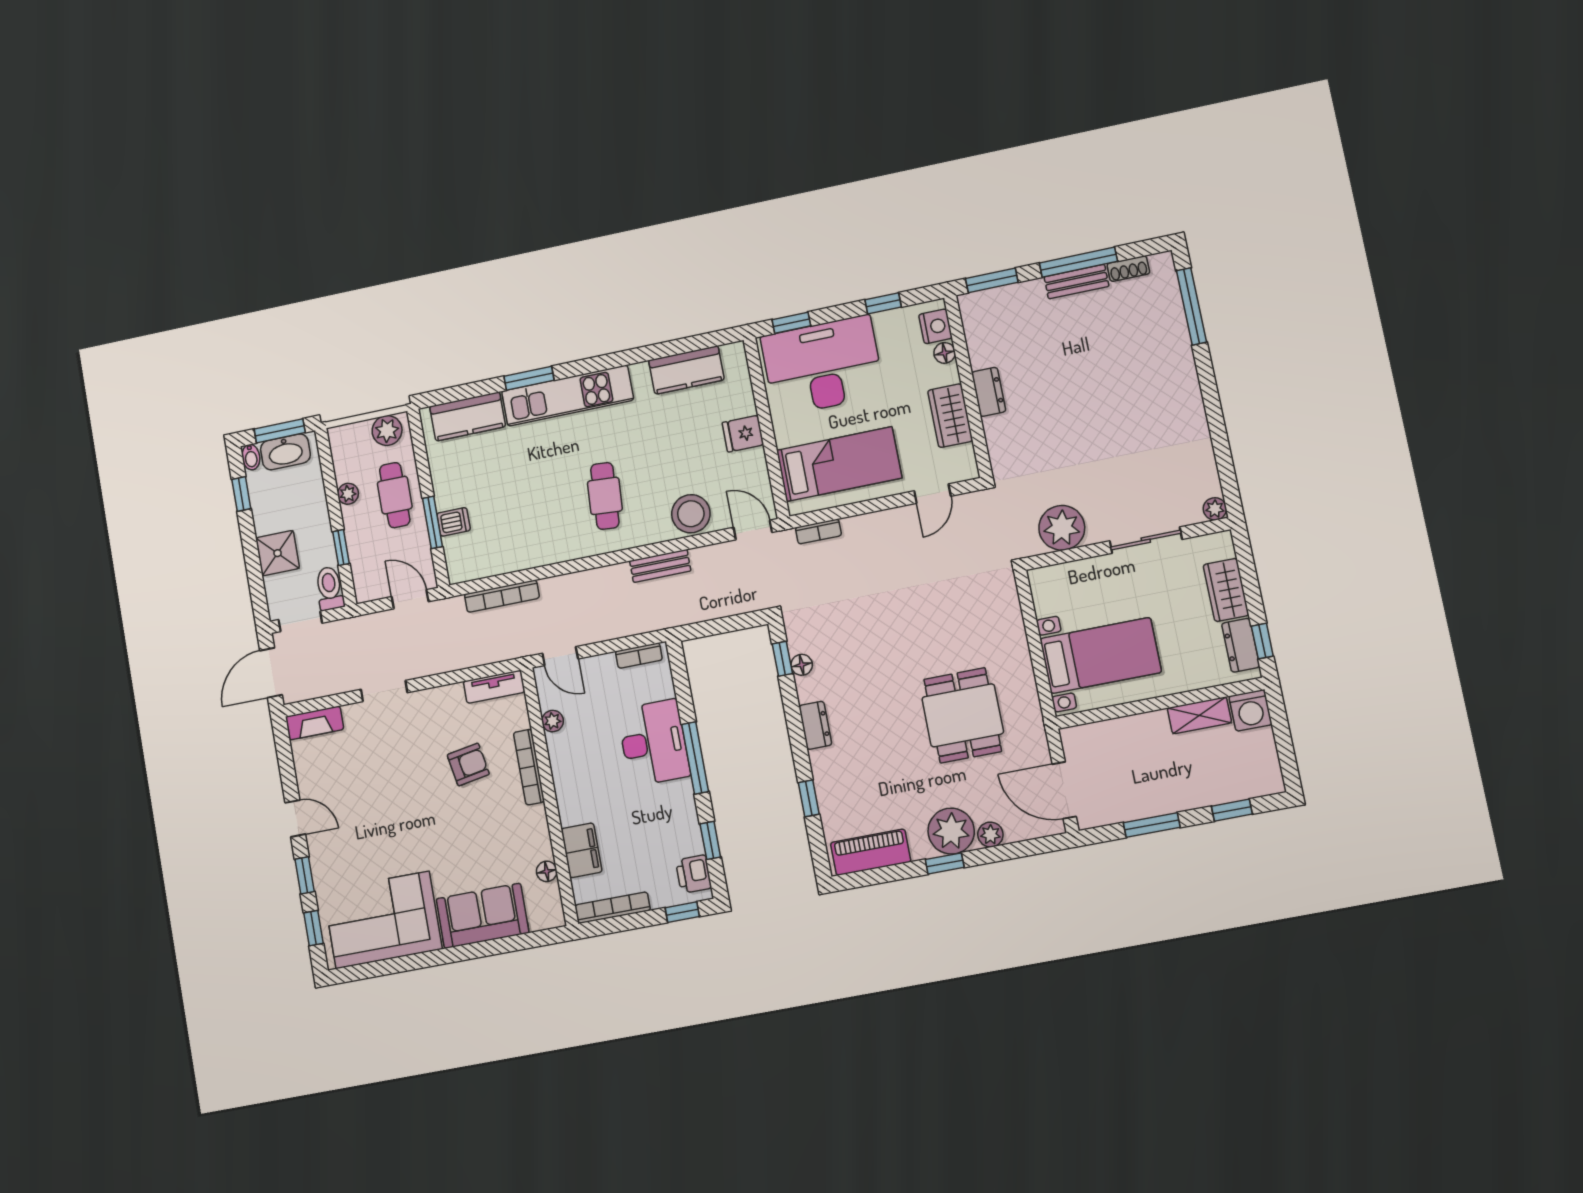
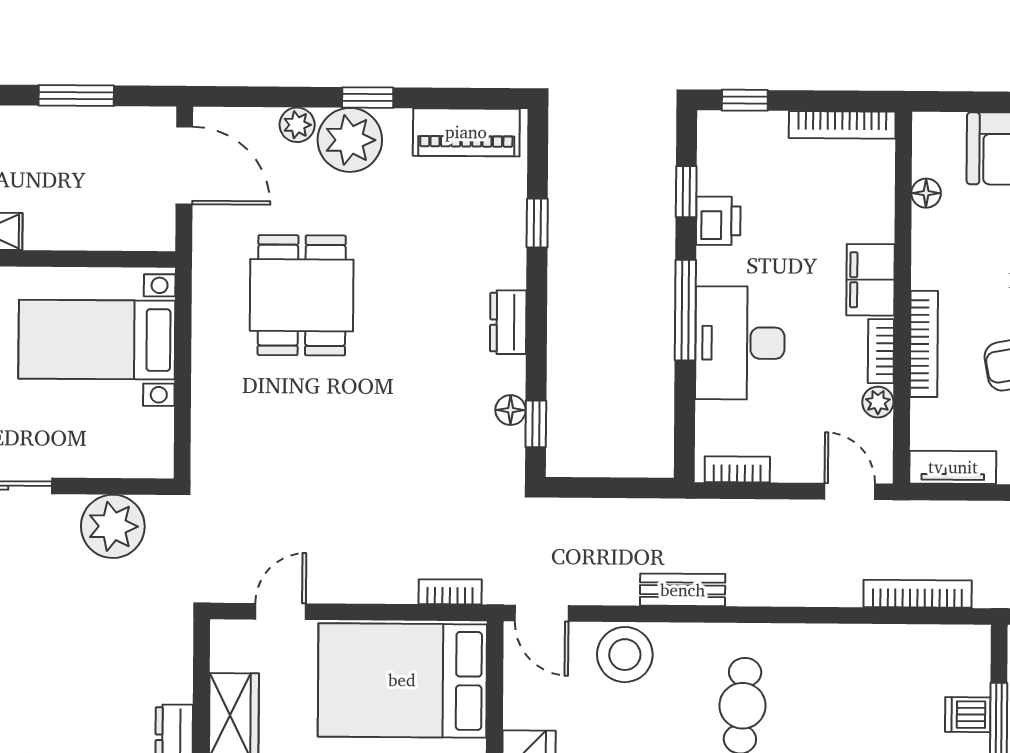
bed: (839, 464) -> (402, 680), width x1.50
bookcase: (557, 756) -> (881, 351), added
filing cabinet: (581, 850) -> (870, 280), moved
printer: (694, 874) -> (718, 221), moved

